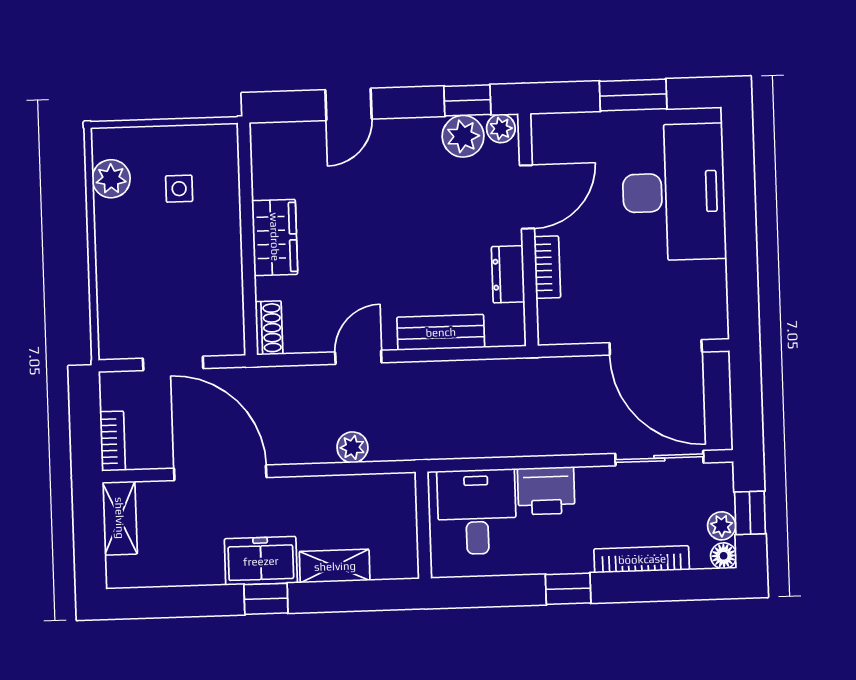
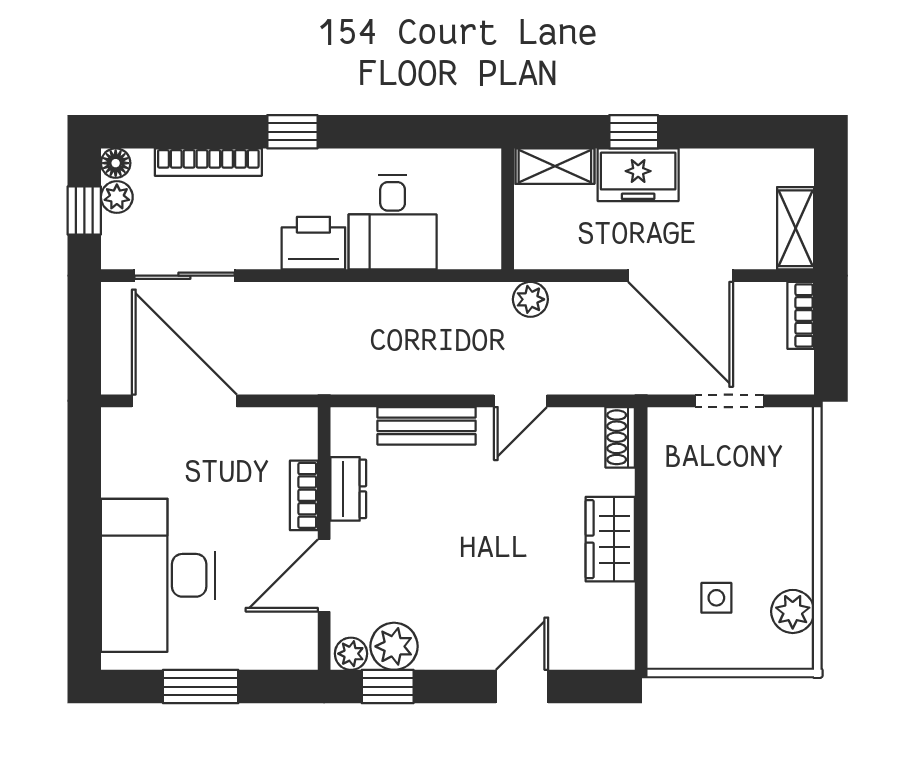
wall: (423, 525) -> (508, 209), moved

